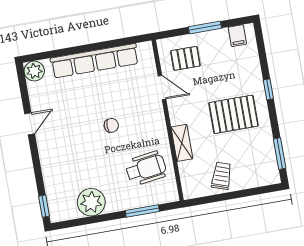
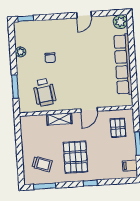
door: (162, 88) -> (89, 110), moved
door: (30, 124) -> (84, 15), hinge flipped
chair: (111, 125) -> (50, 58), moved
trolley: (222, 176) -> (42, 164), moved
plant: (91, 202) -> (20, 52), width x0.53, depth x0.53

